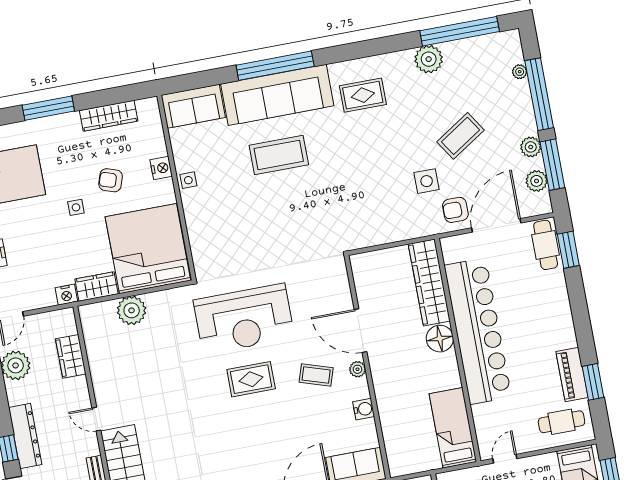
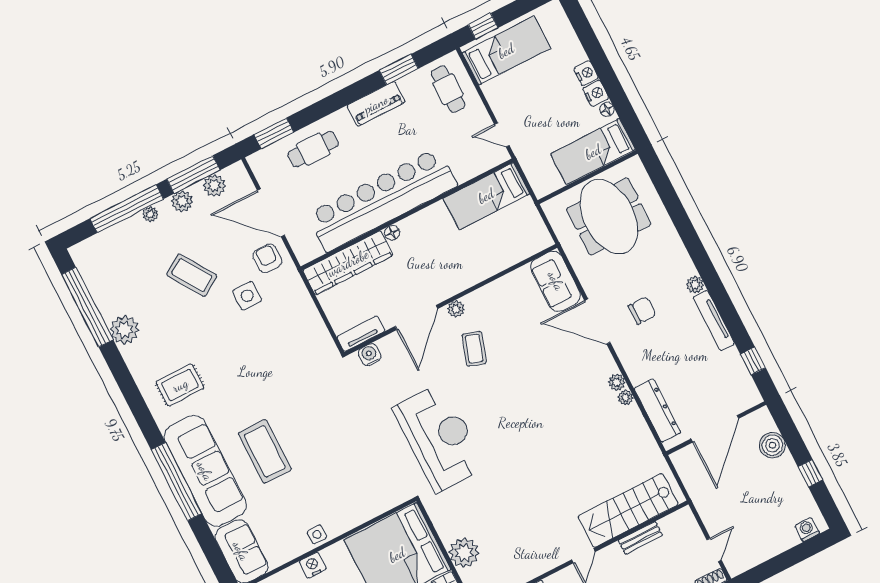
plant: (520, 72) -> (150, 214), moved
rug: (363, 95) -> (180, 385), turned 90
armchair: (455, 210) -> (267, 258), turned 180
cafe table: (546, 245) -> (313, 149), moved
tv unit: (361, 275) -> (361, 334), added
floor lamp: (440, 339) -> (392, 233), width x0.53, depth x0.53
piano: (572, 374) -> (376, 104), moved
rug: (251, 379) -> (498, 413), removed
water cooler: (364, 409) -> (370, 355), moved

